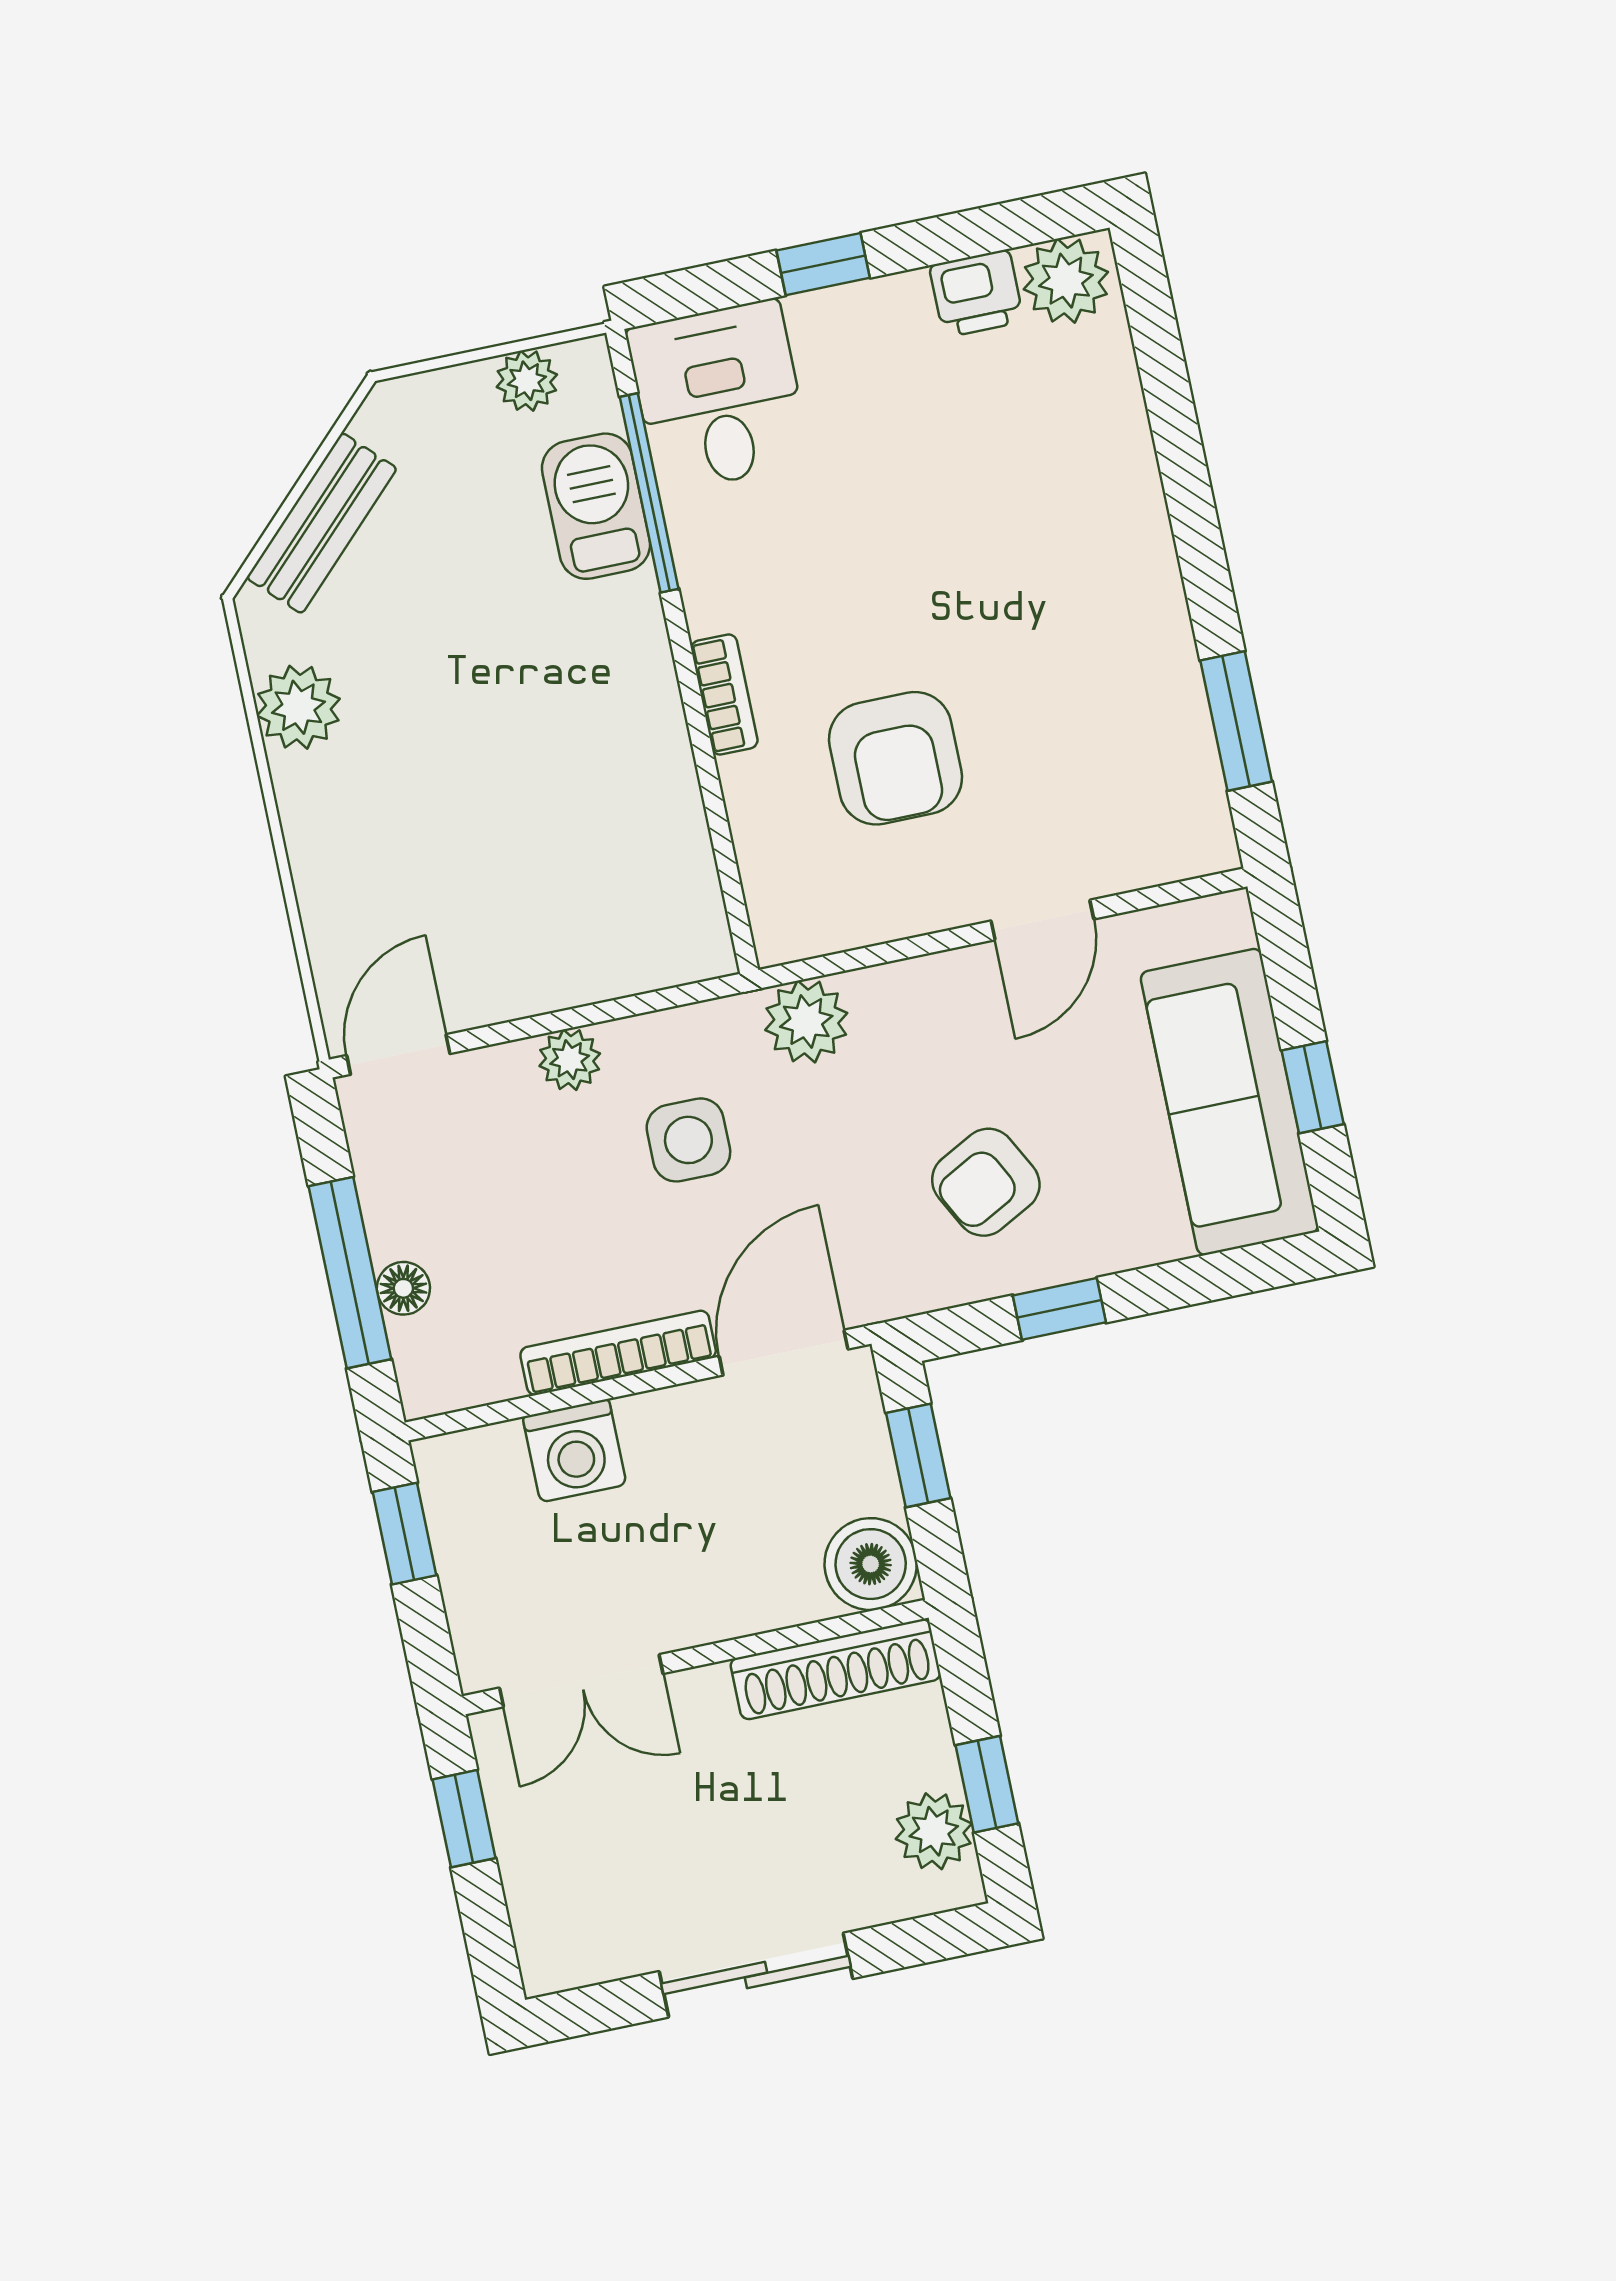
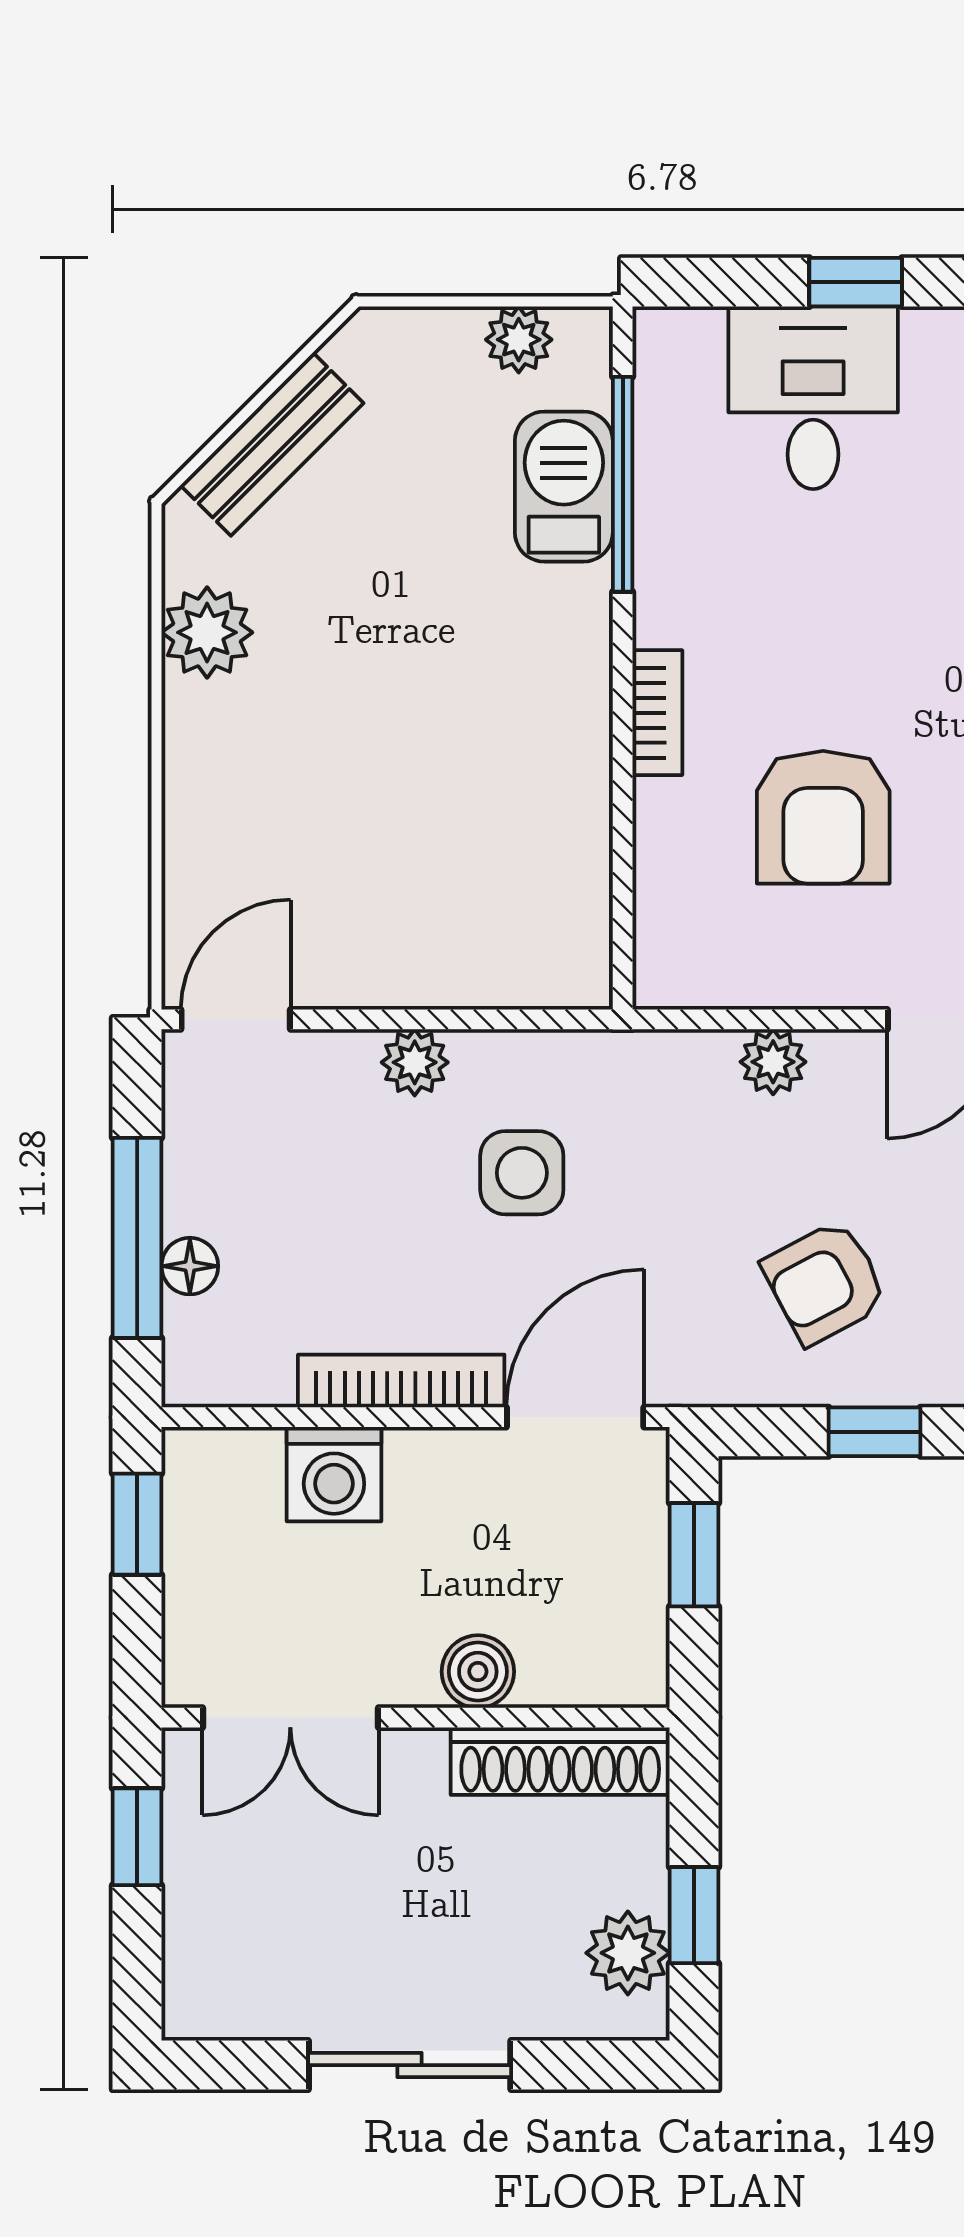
desk: (719, 396) -> (813, 398), moved
plant: (806, 1021) -> (773, 1062), moved, width x0.73, depth x0.73
boiler: (871, 1564) -> (478, 1672), moved, width x0.73, depth x0.73

